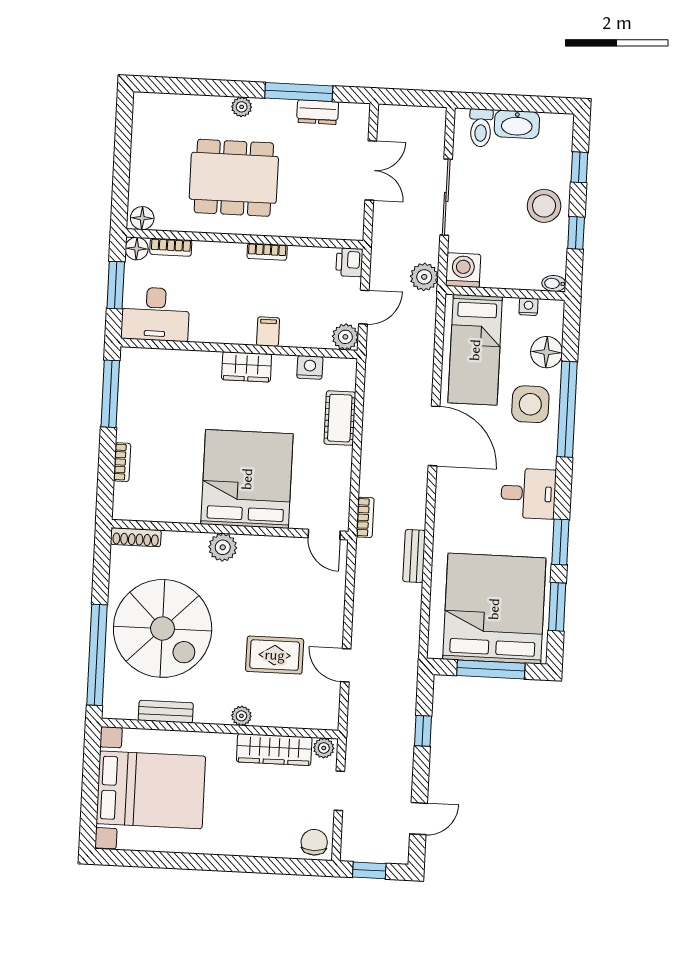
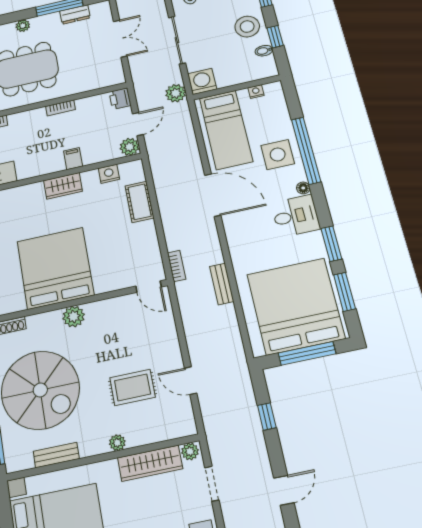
bidet: (554, 283) -> (264, 51), moved
floor lamp: (547, 352) -> (303, 188), moved, width x0.53, depth x0.53
bed: (247, 479) -> (55, 268), moved

